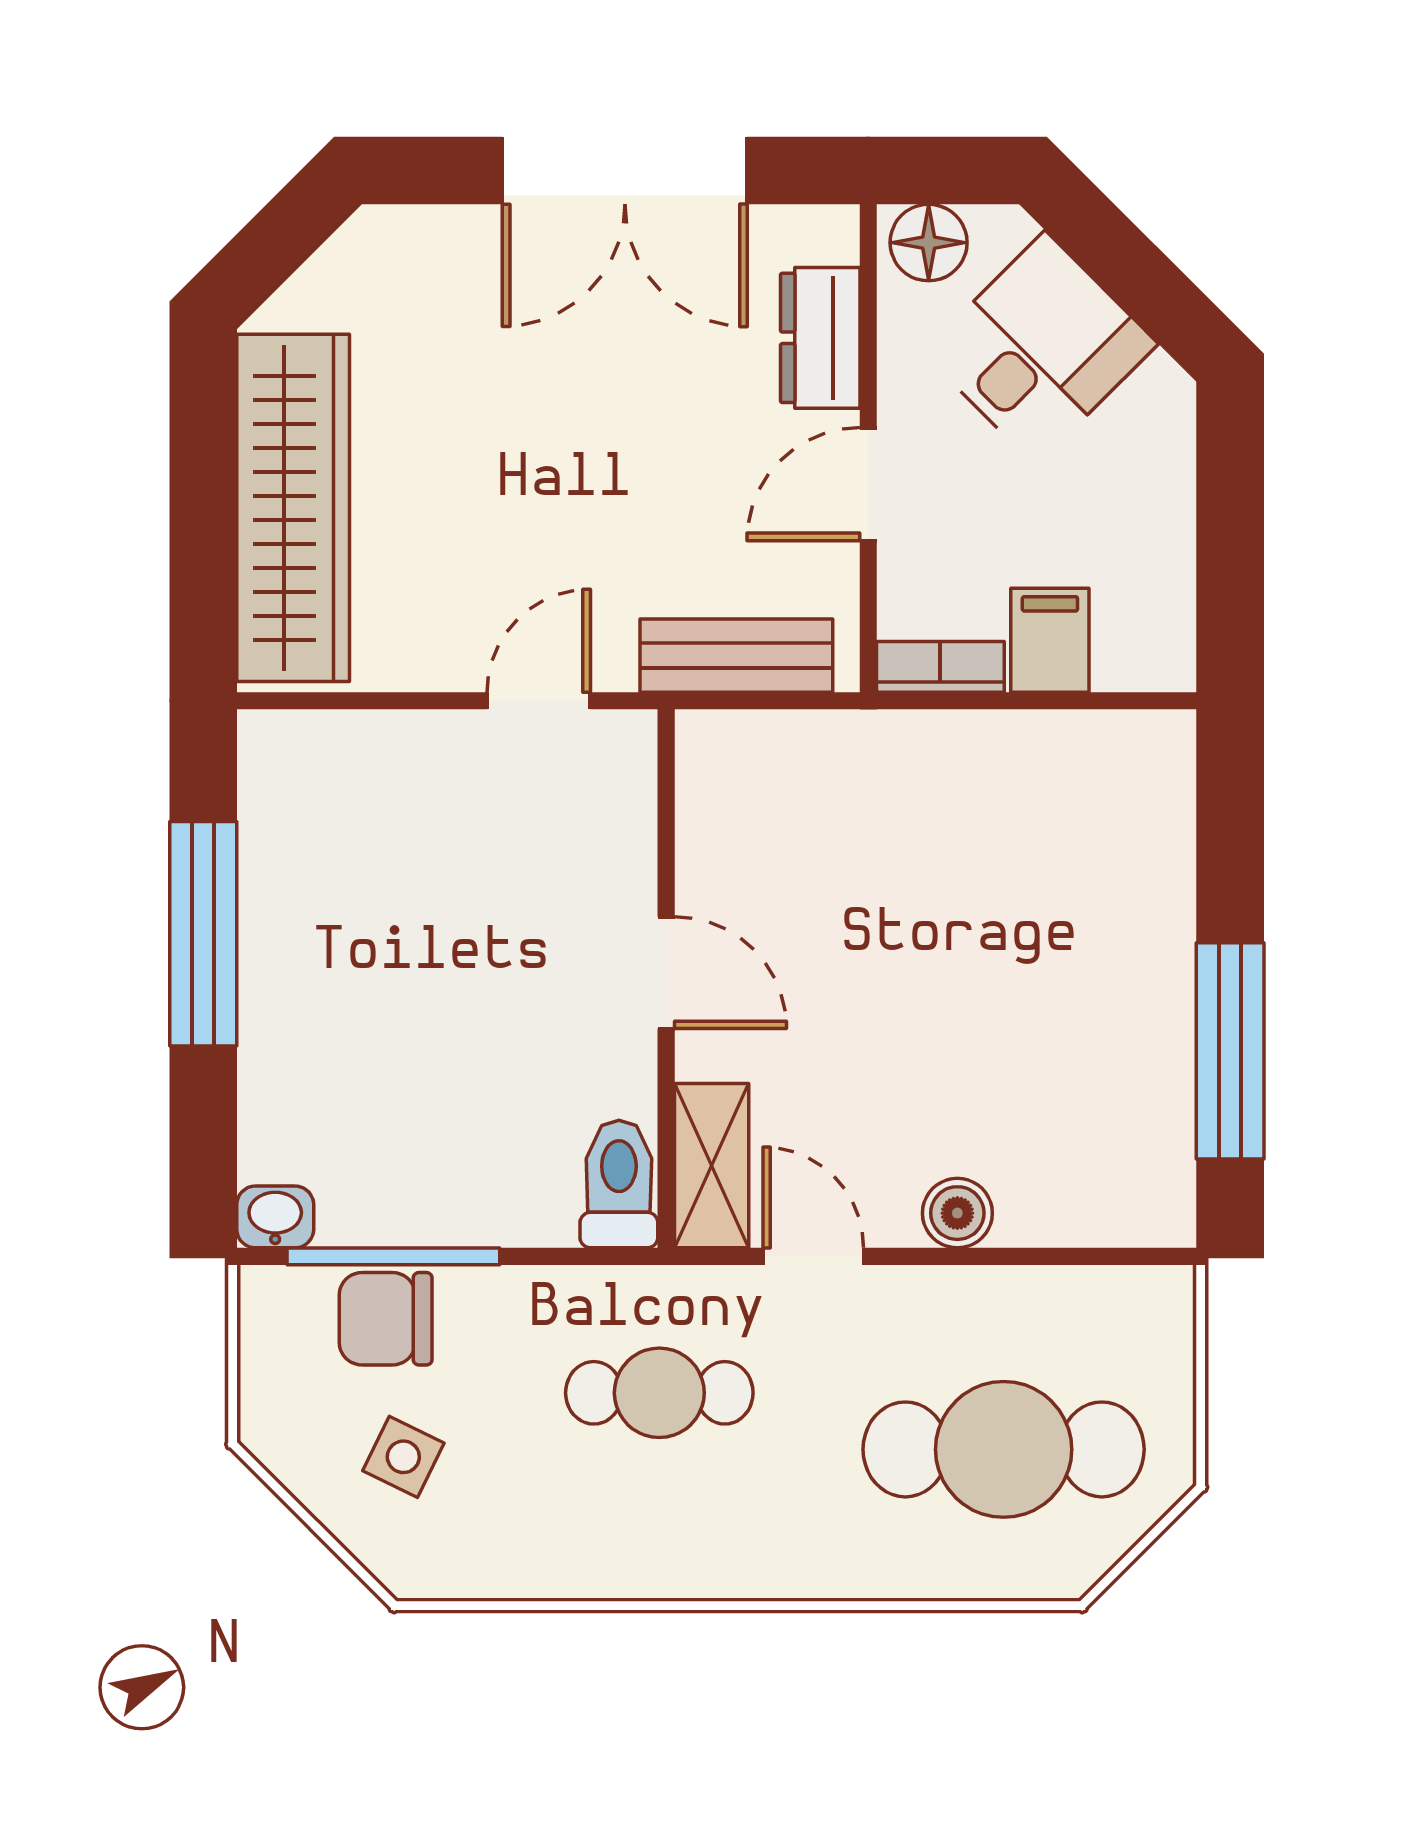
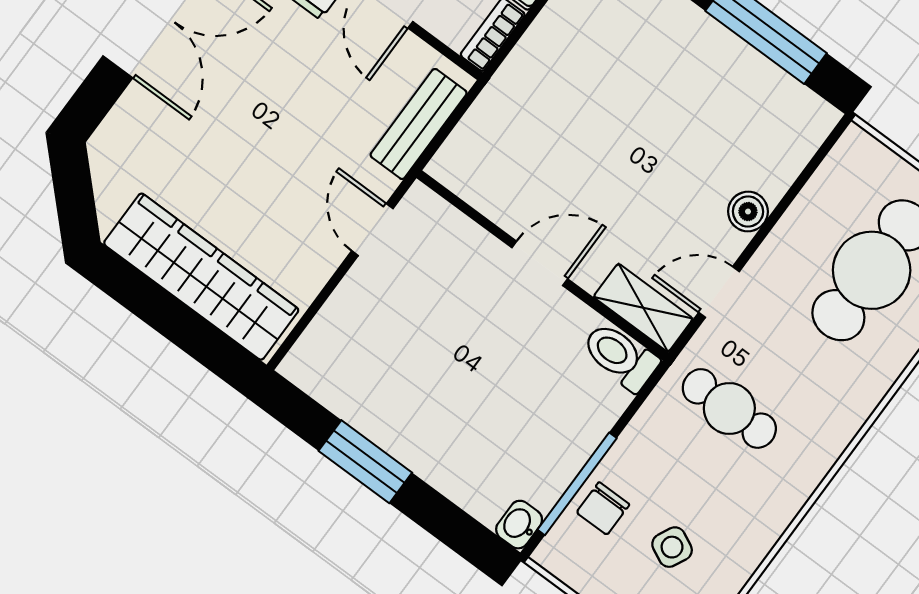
window: (203, 934) -> (365, 462), width x0.69
chair: (386, 1319) -> (603, 509), width x0.73, depth x0.73
cafe table: (659, 1393) -> (729, 408), turned 90

